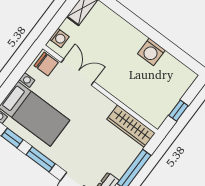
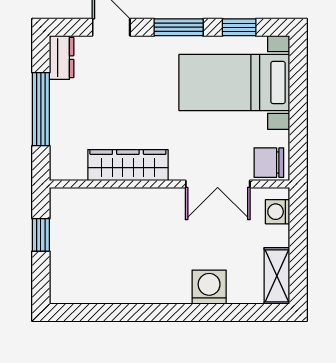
washing machine: (151, 52) -> (209, 287), moved
wardrobe: (131, 126) -> (128, 165), moved

